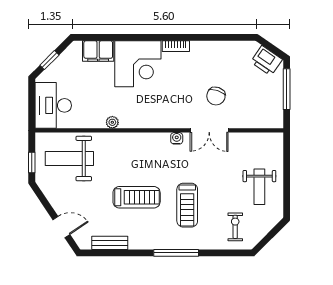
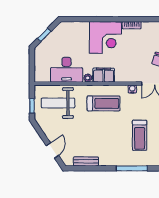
filing cabinet: (98, 51) -> (104, 75), moved, turned 180
desk: (53, 105) -> (67, 70), moved, turned -90
treadmill: (137, 197) -> (104, 103), moved
door: (61, 227) -> (52, 150), hinge flipped

